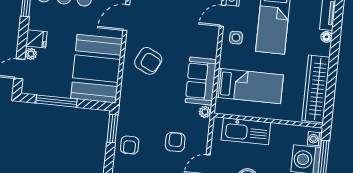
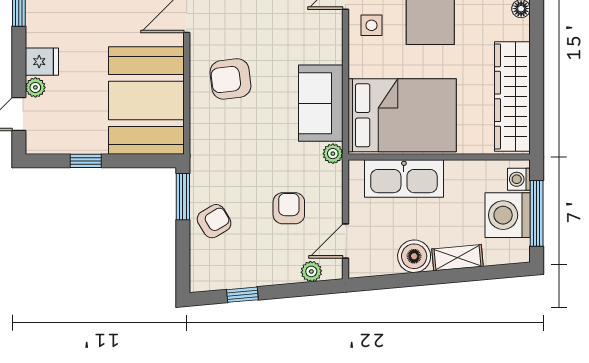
armchair: (148, 61) -> (230, 79), turned 147
bed: (250, 86) -> (402, 115), width x1.50
window: (57, 101) -> (86, 161), width x0.46
armchair: (130, 145) -> (214, 221), turned -121

